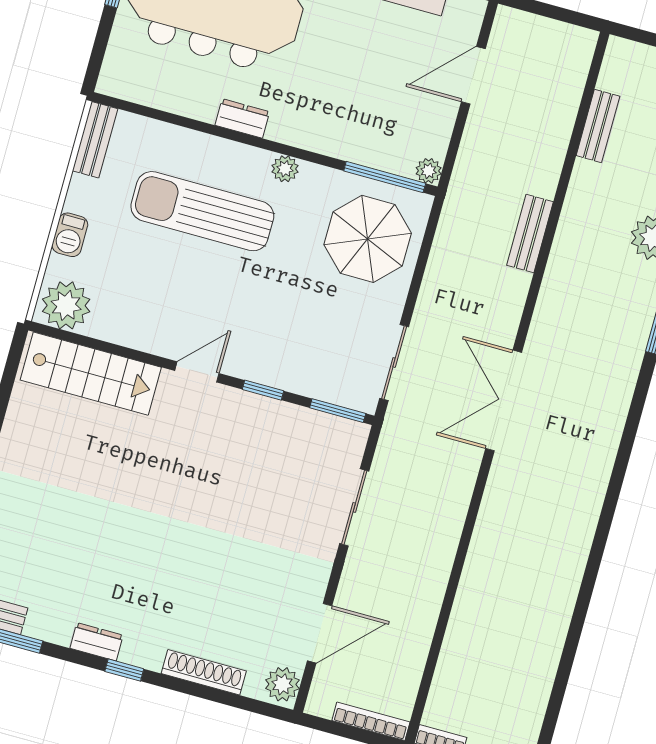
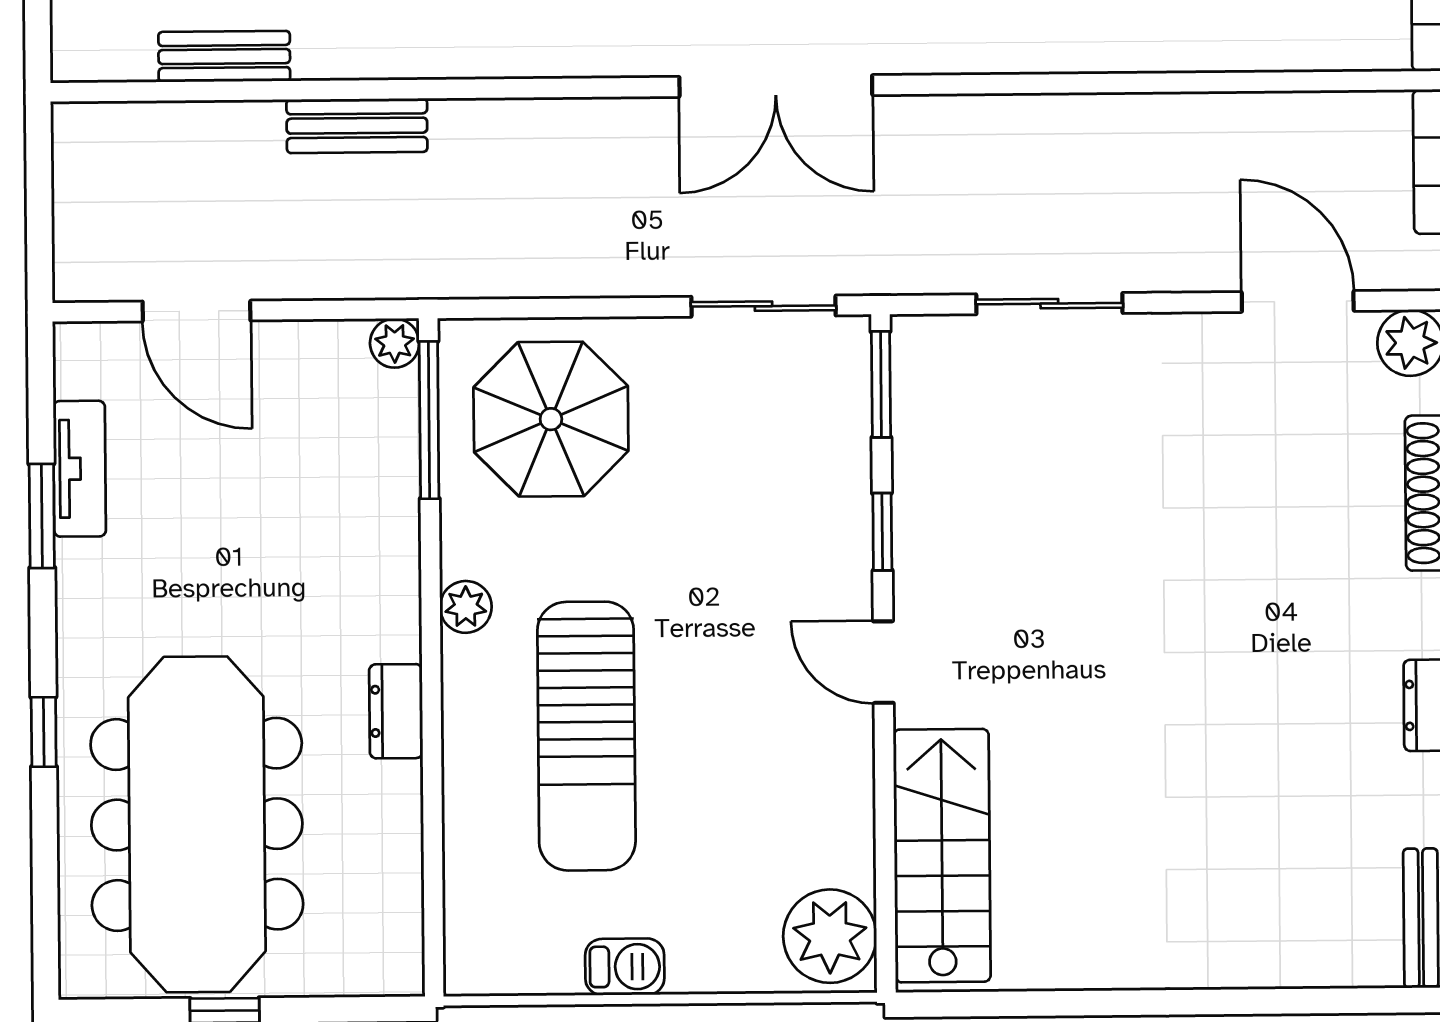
bench: (95, 140) -> (512, 970), removed
bench: (530, 233) -> (357, 126), moved
barbecue: (70, 235) -> (625, 967), moved

